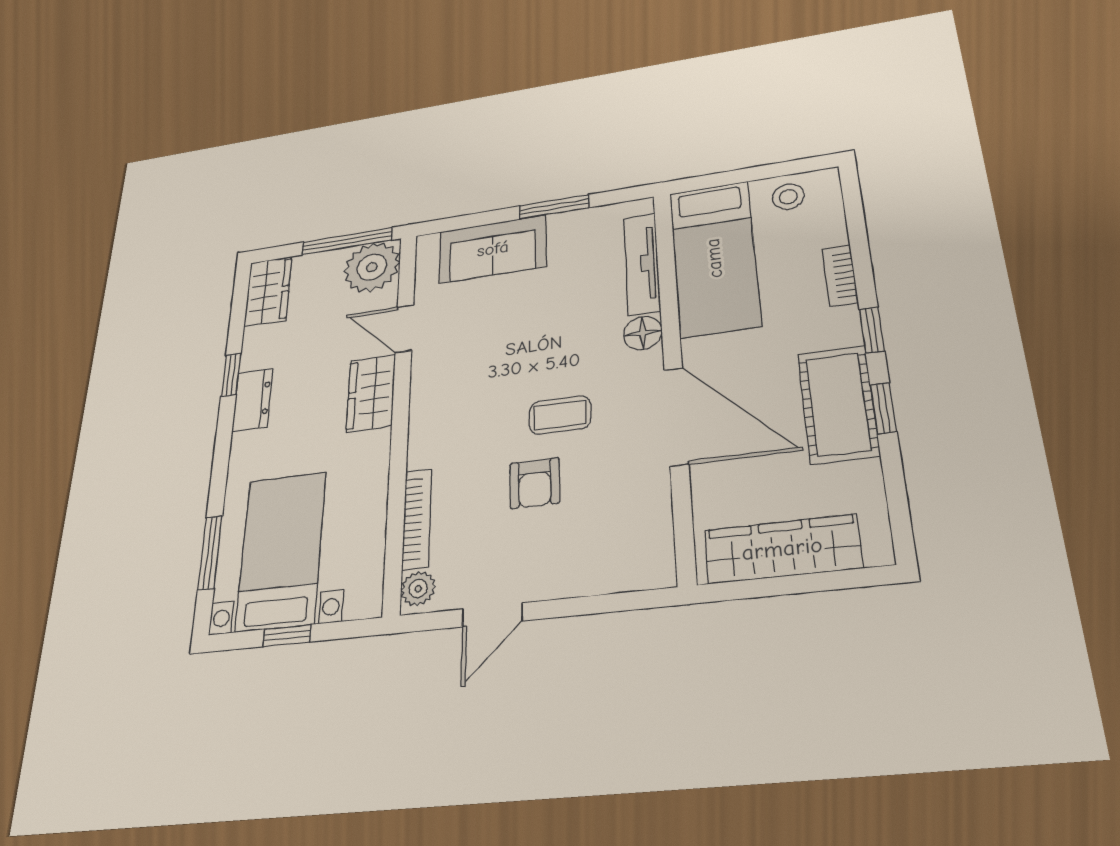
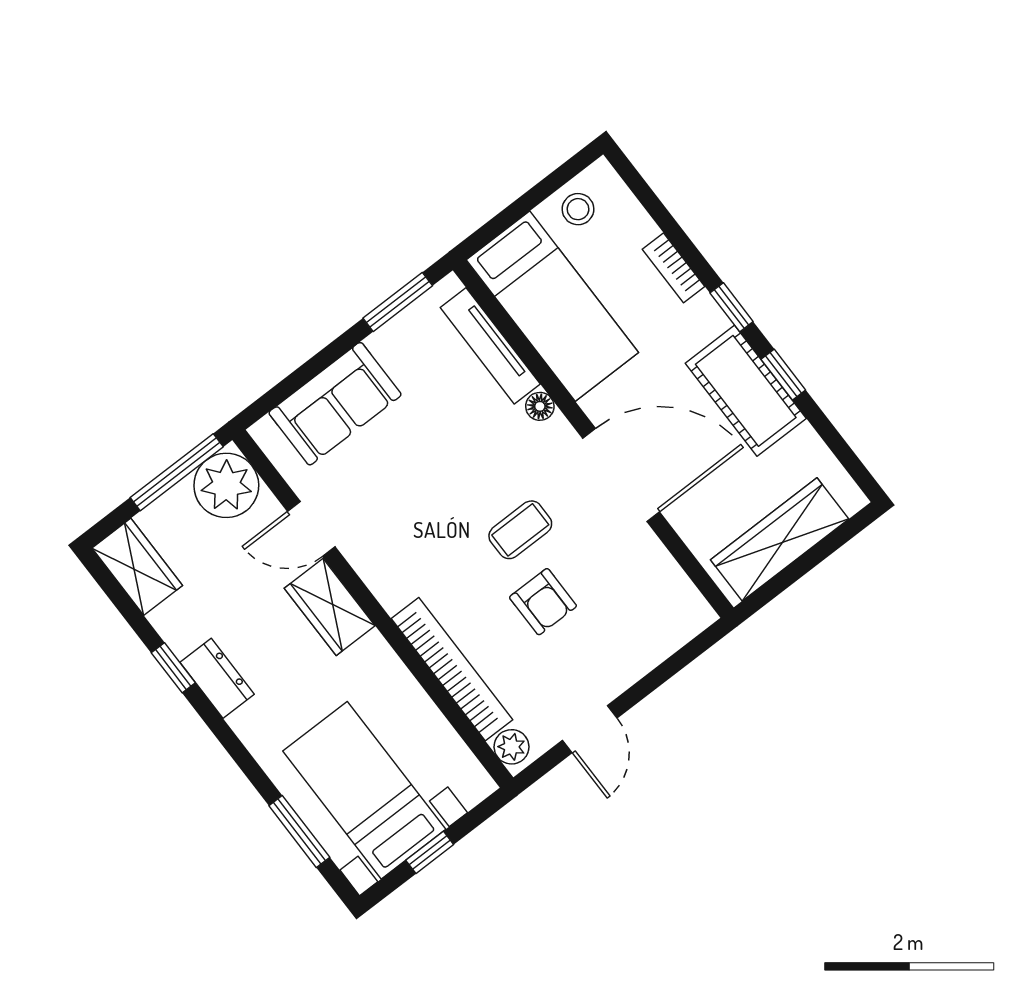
window: (554, 207) -> (398, 302), moved
floor lamp: (643, 333) -> (540, 406), width x0.73, depth x0.73
bookcase: (417, 519) -> (452, 669), width x1.48, depth x1.31

